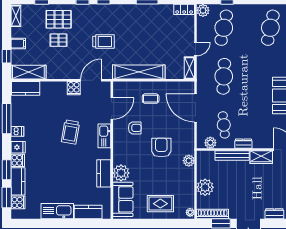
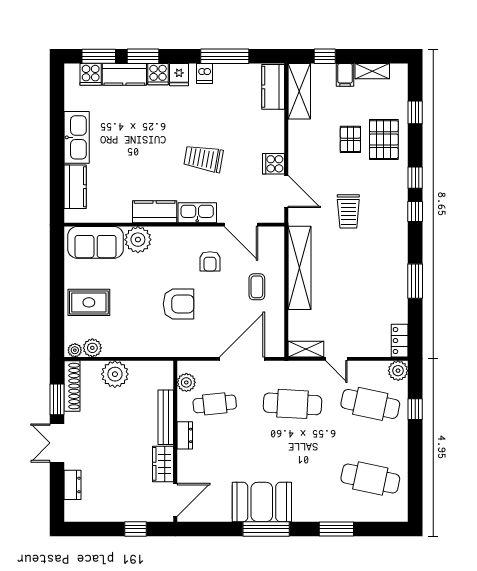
shelving: (16, 16) -> (372, 71), moved
plant: (189, 161) -> (92, 348), moved
kitchen counter: (104, 173) -> (155, 212), moved
rug: (160, 204) -> (89, 302), turned 90

